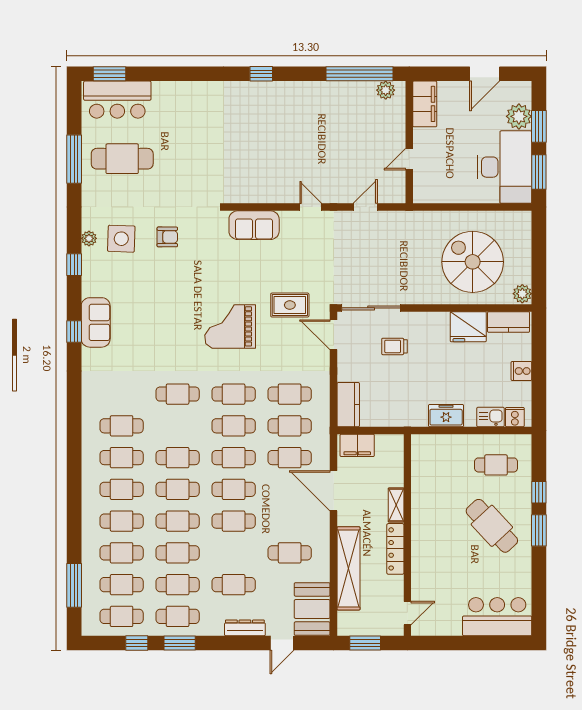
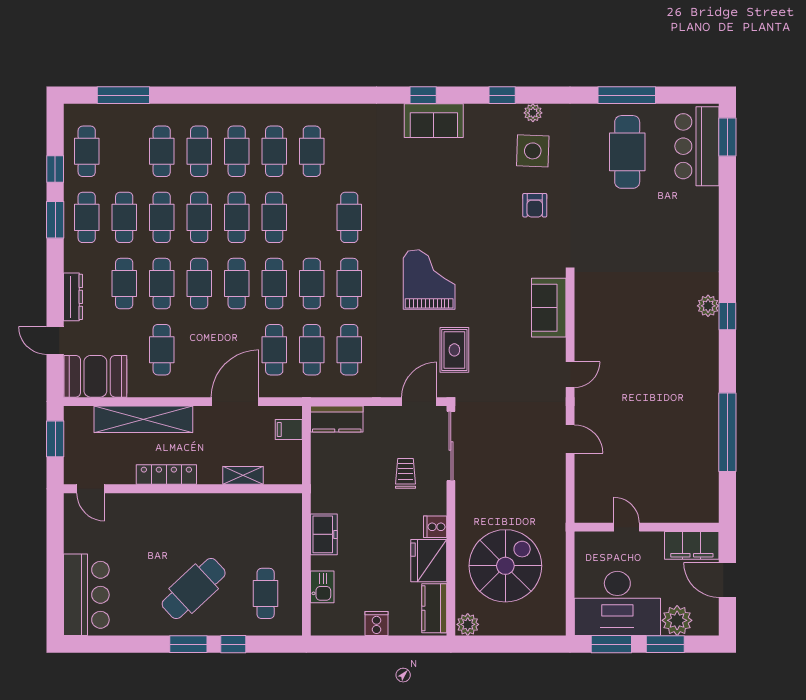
plant: (386, 90) -> (708, 306), moved
filing cabinet: (425, 104) -> (692, 545), moved
wall: (409, 142) -> (647, 527), moved
door: (409, 159) -> (627, 527), moved
cooker: (515, 417) -> (435, 527), moved, turned 180
filing cabinet: (357, 445) -> (289, 429), width x0.50
shelving: (396, 505) -> (243, 475), moved
cafe table: (122, 585) -> (162, 284), moved

